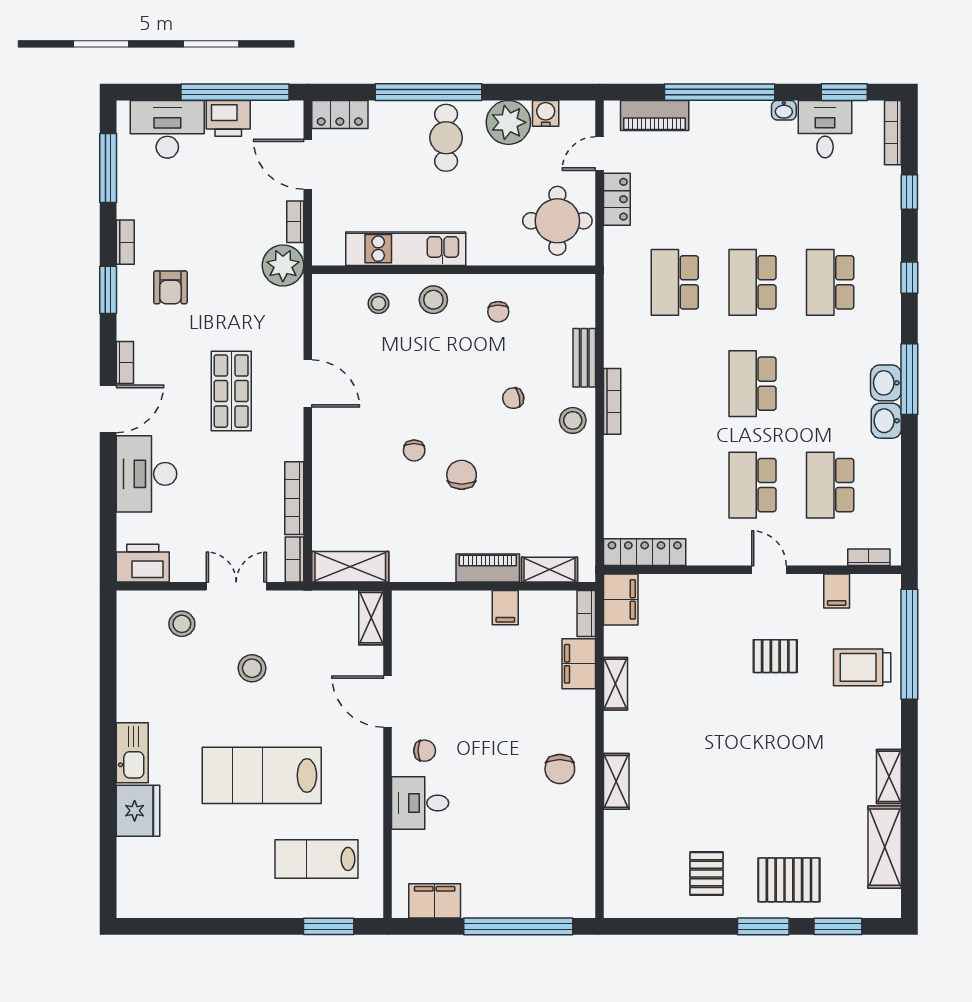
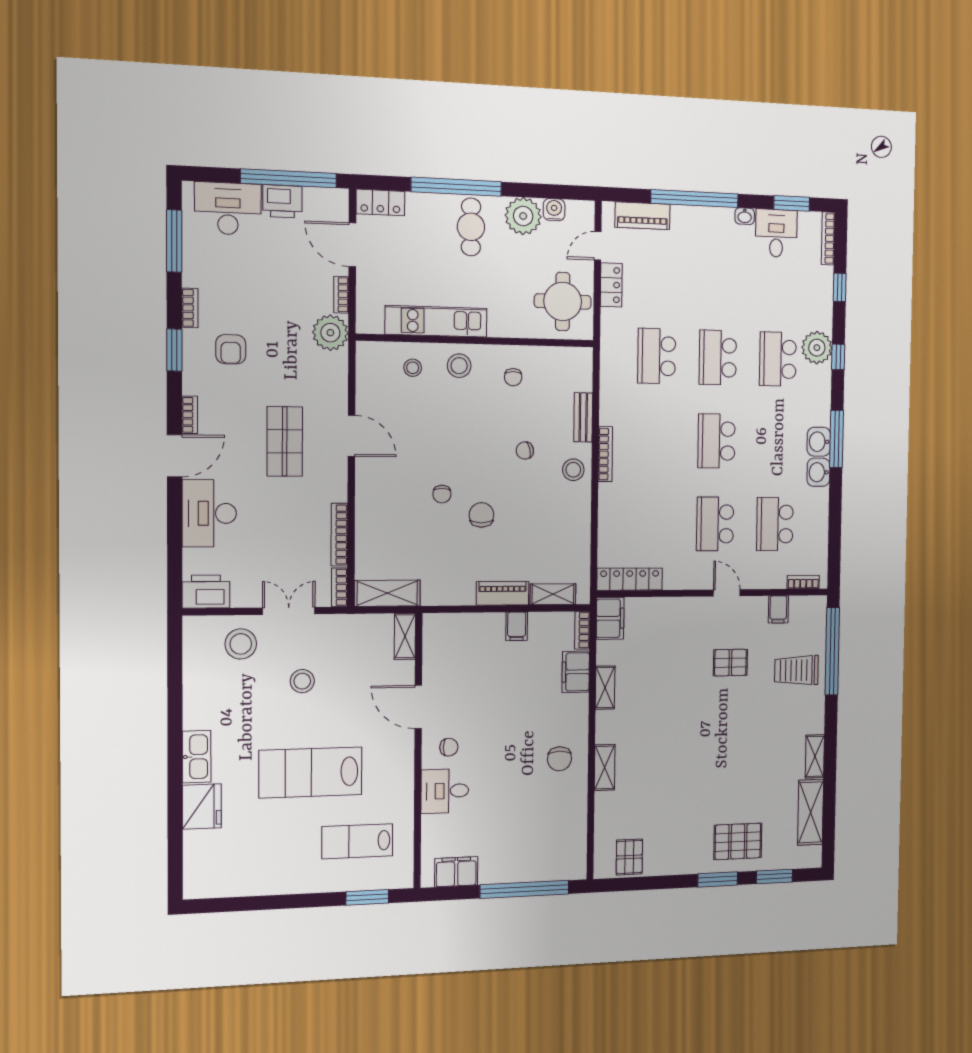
plant: (881, 267) -> (817, 348), added
stool: (182, 624) -> (241, 644), width x1.38, depth x1.38
pallet: (706, 874) -> (629, 857), moved

